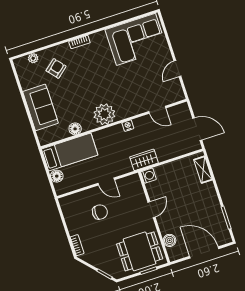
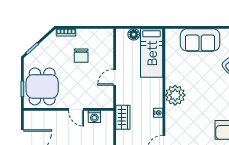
floor lamp: (75, 129) -> (171, 65), removed
washing machine: (148, 176) -> (94, 117), moved
chair: (100, 212) -> (81, 56), moved
boiler: (170, 240) -> (43, 117), removed

